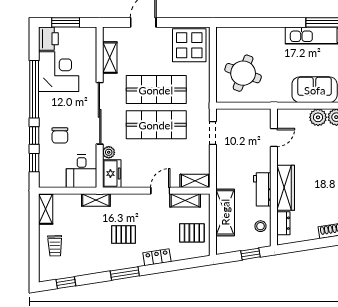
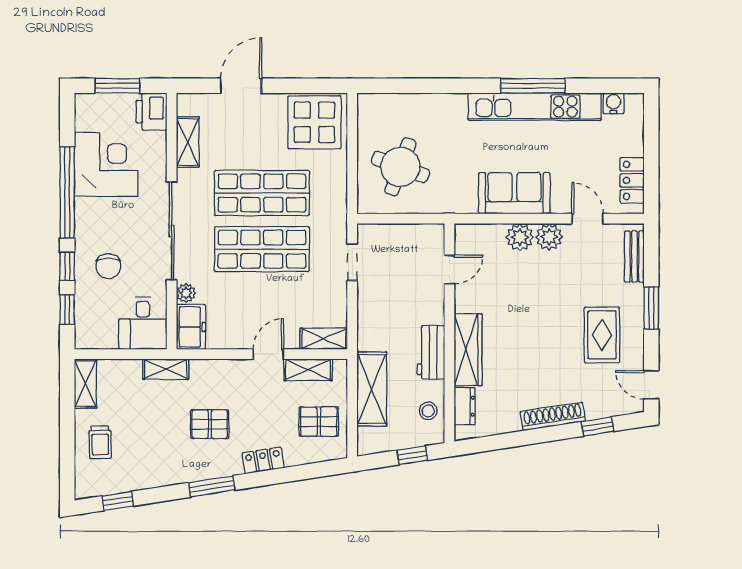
printer: (48, 39) -> (151, 112), moved, turned 180

